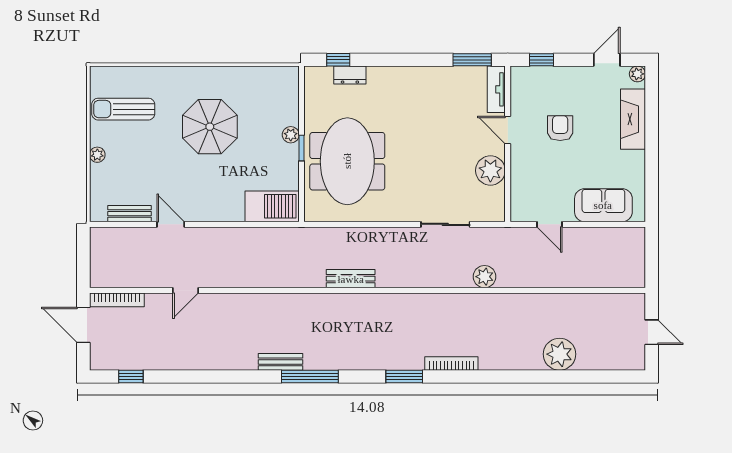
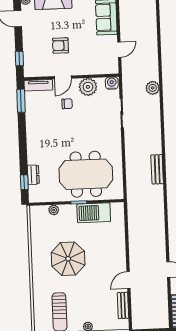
plant: (291, 135) -> (54, 210), moved
chair: (464, 135) -> (67, 104), added
barbecue: (272, 206) -> (94, 213), moved, turned -90
water cooler: (495, 210) -> (112, 83), added

